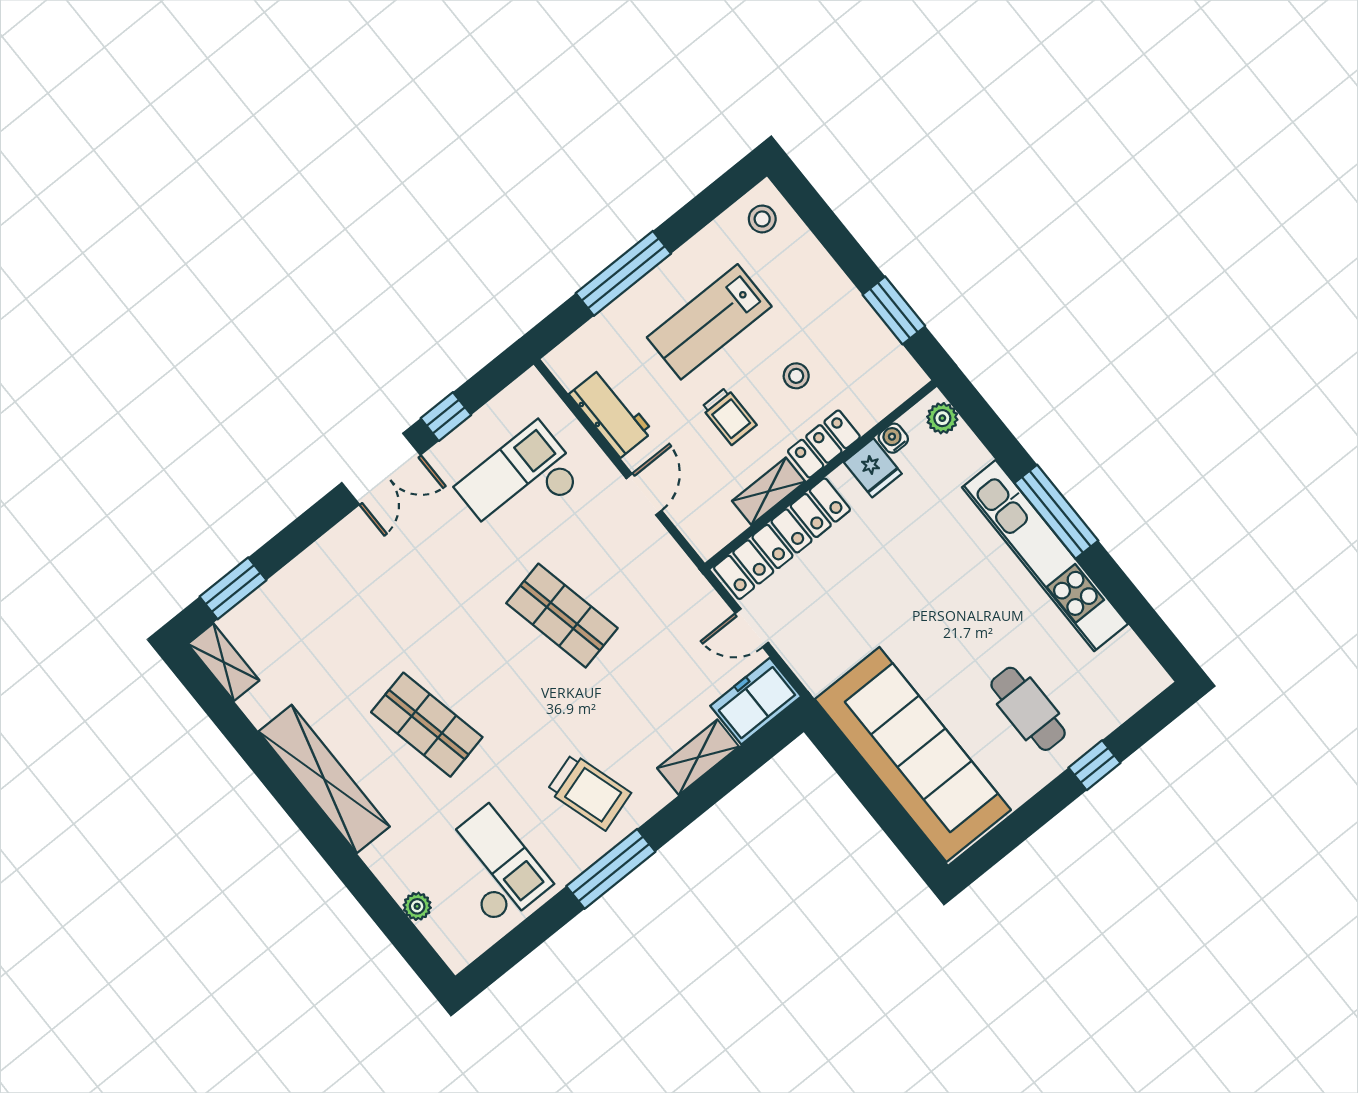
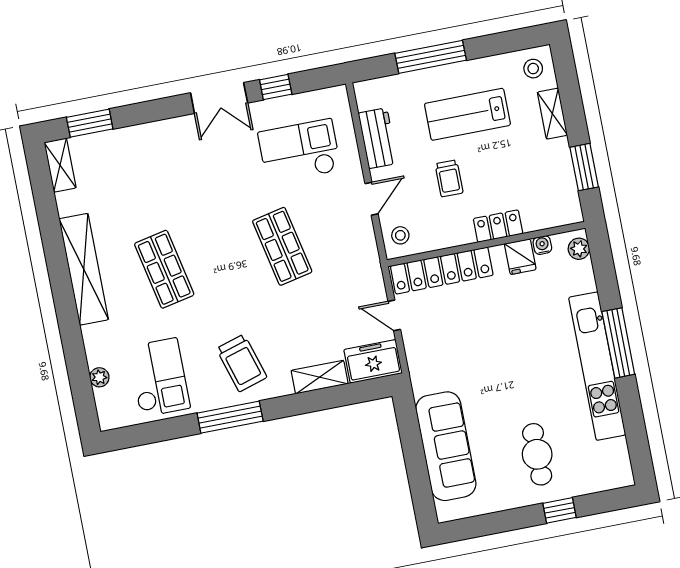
stool: (796, 376) -> (400, 235), moved
shelving: (769, 491) -> (552, 114), moved, turned 90
sofa: (913, 754) -> (446, 446), width x0.74, depth x0.79

